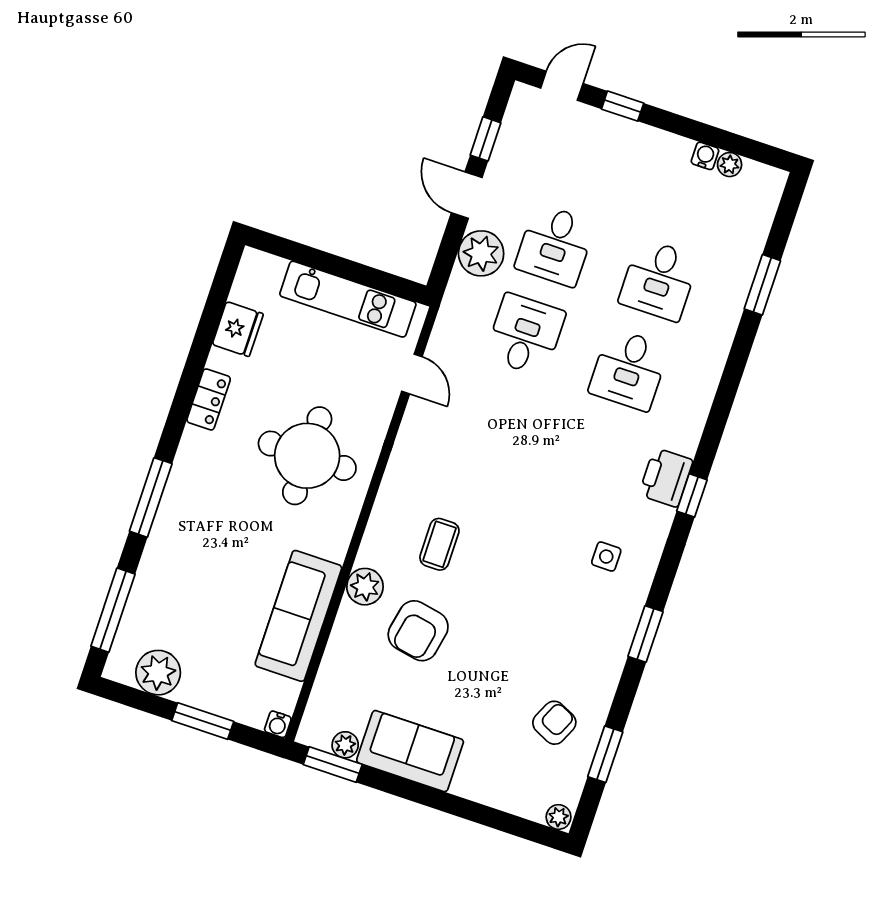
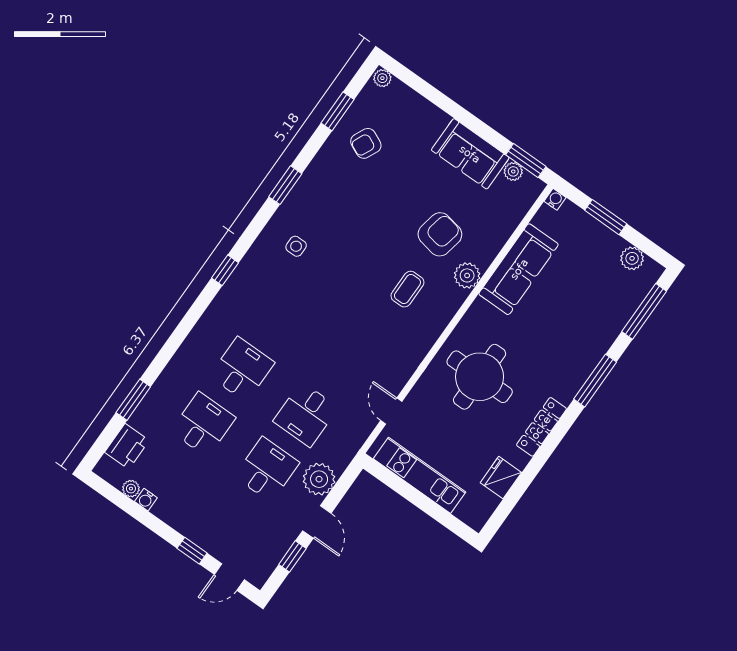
locker: (209, 399) -> (541, 427), width x1.53
printer: (666, 477) -> (127, 446), moved
plant: (158, 673) -> (632, 258), width x0.73, depth x0.73

